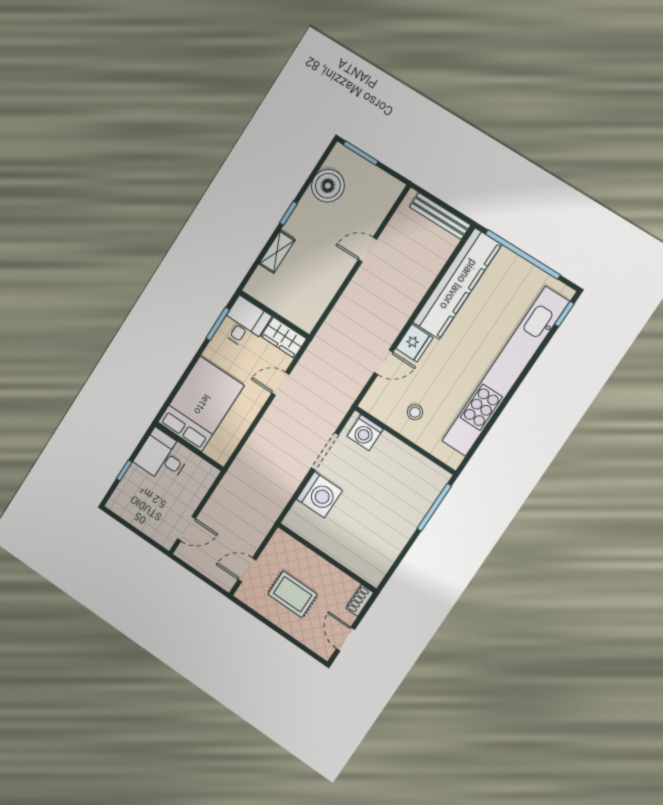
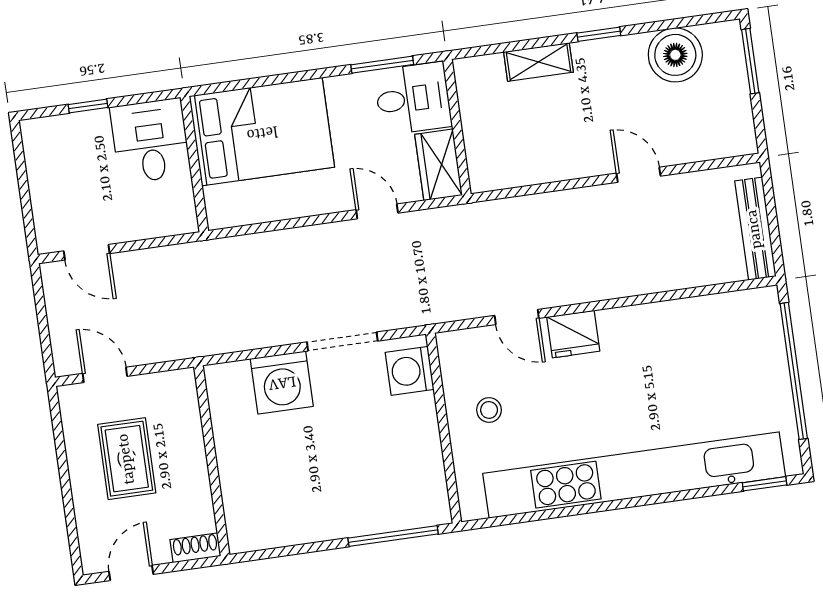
kitchen counter: (457, 284) -> (691, 322), removed

